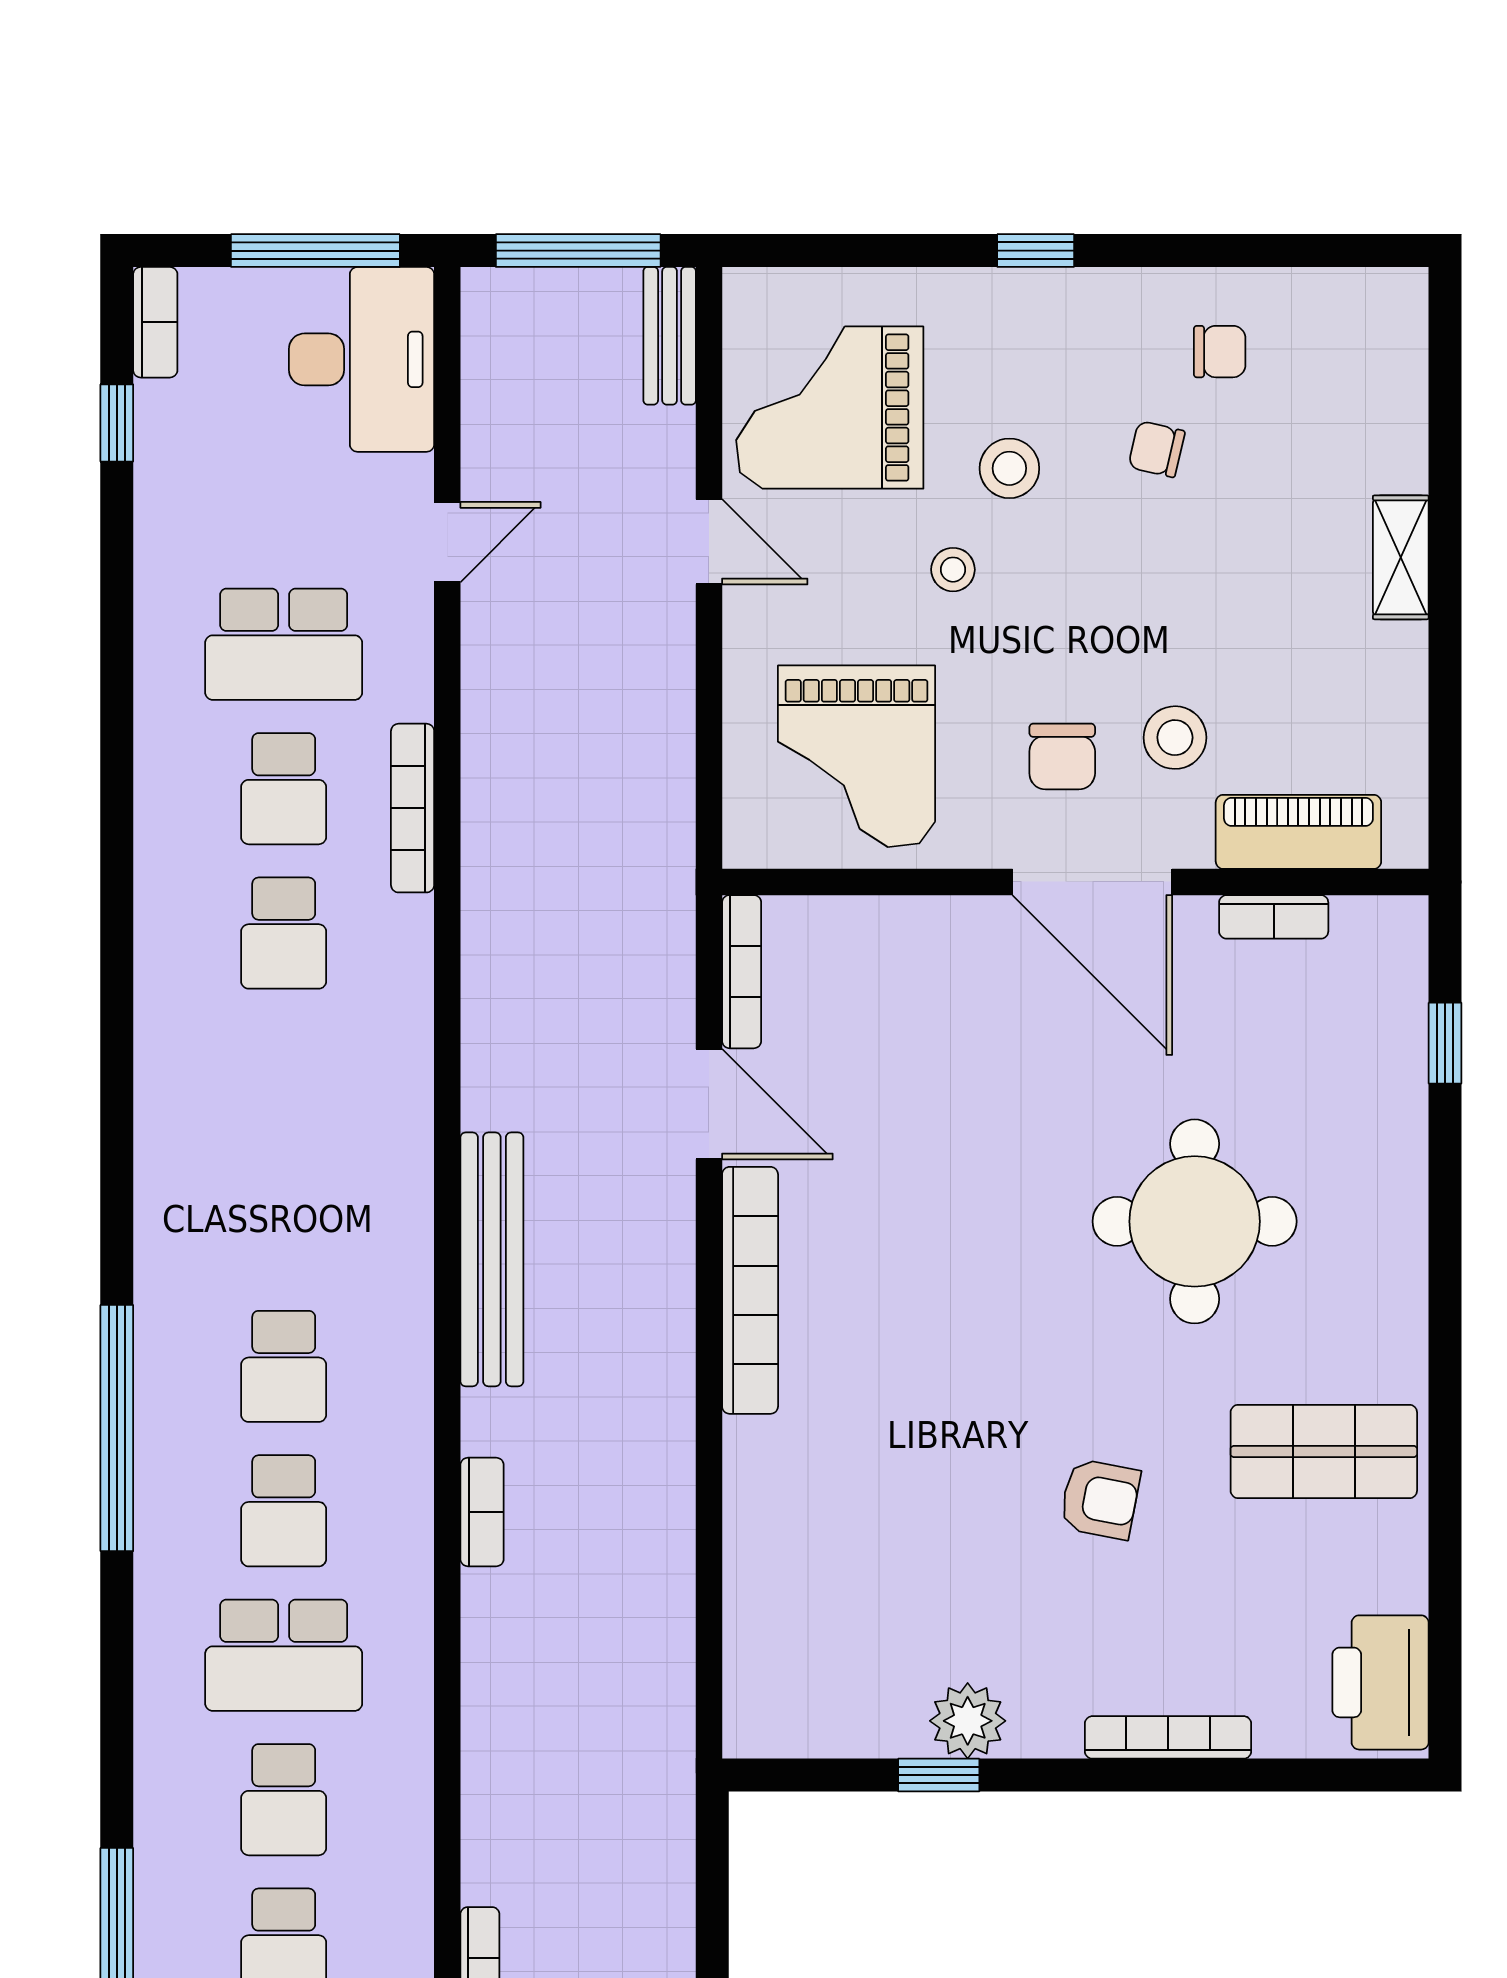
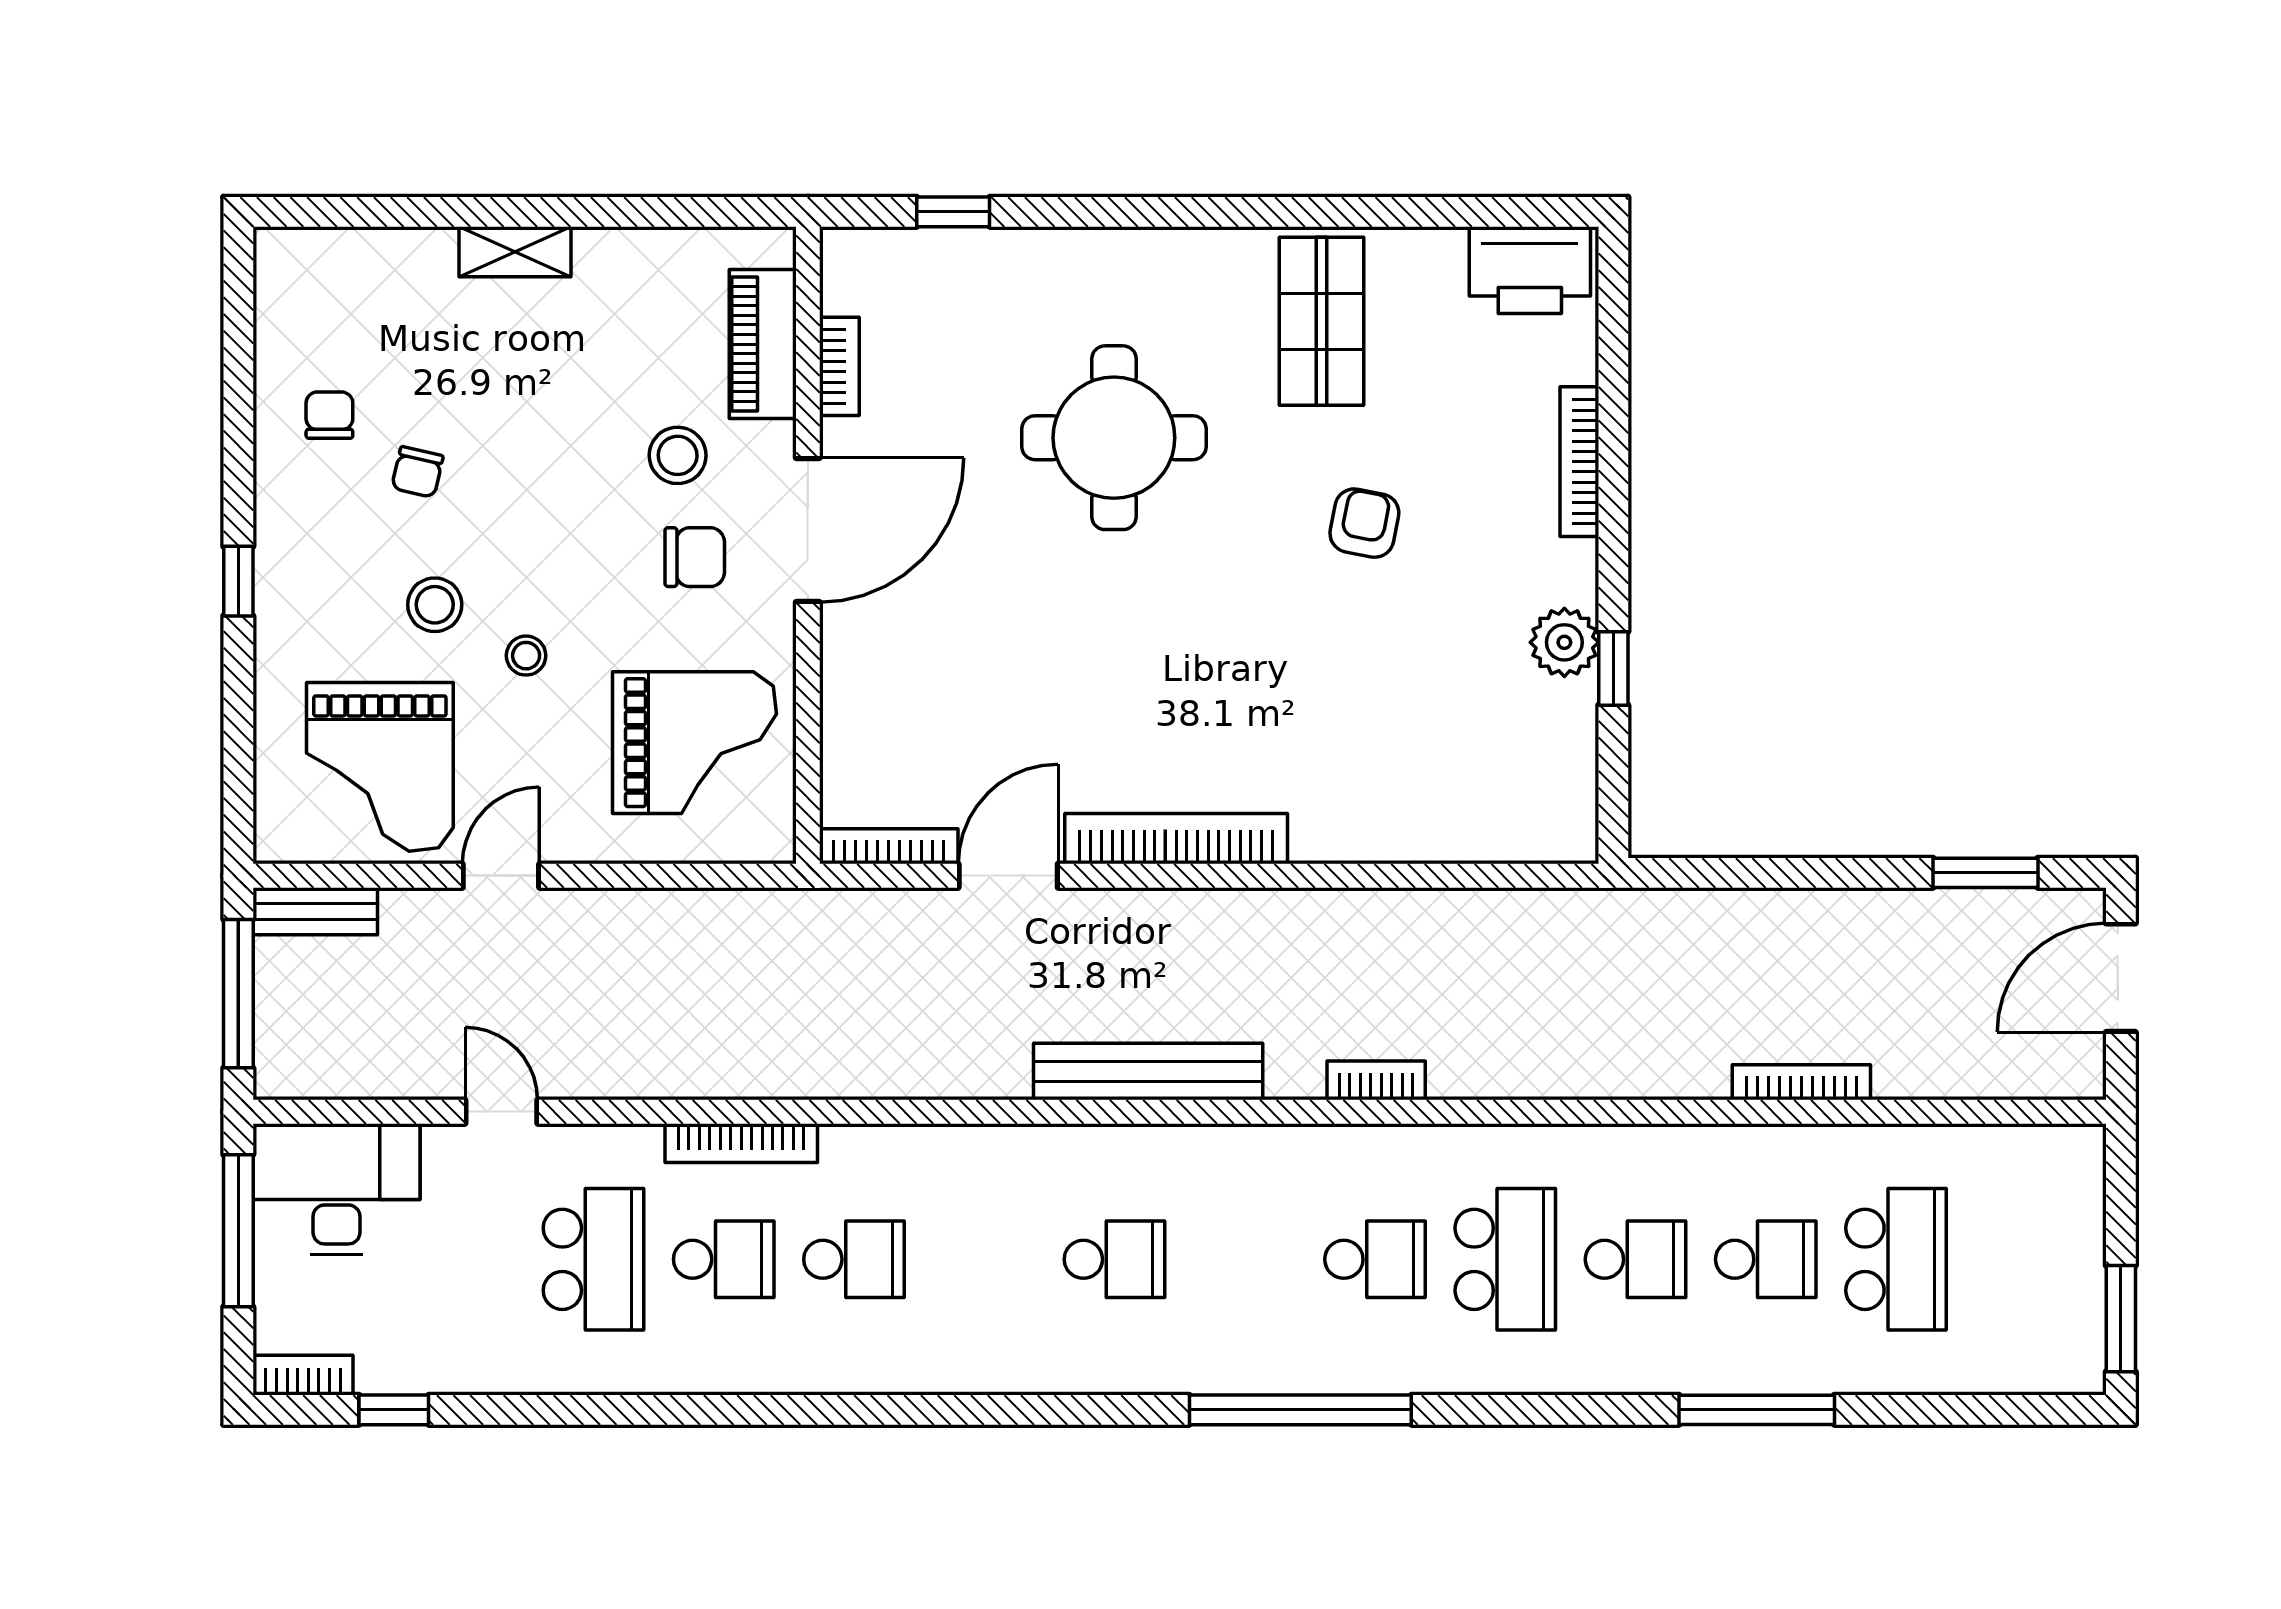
school desk: (284, 1366) -> (1114, 1259), moved

